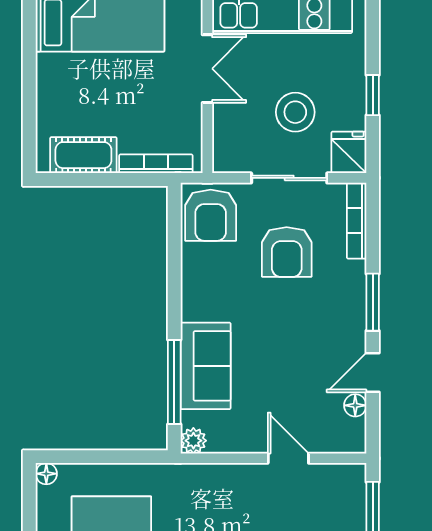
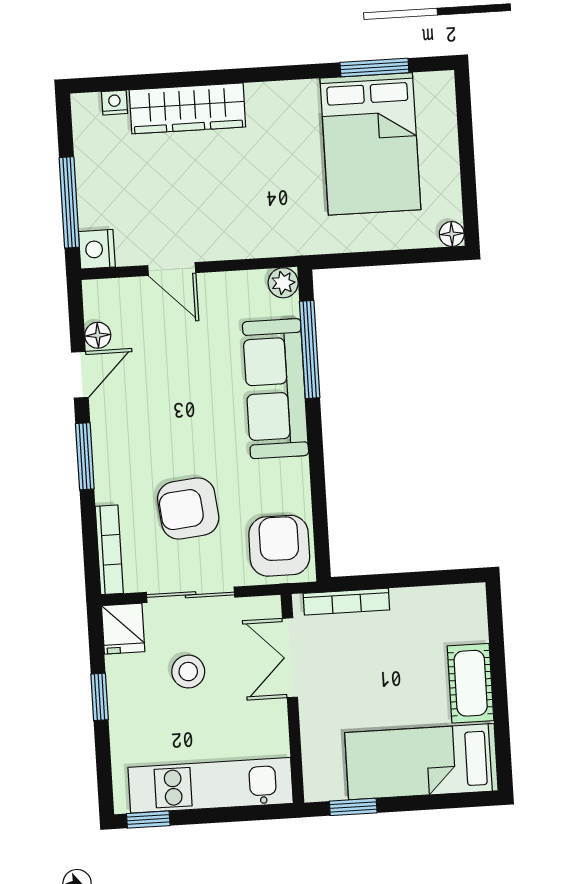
double door: (207, 69) -> (290, 658), moved
stool: (295, 112) -> (188, 672), width x0.73, depth x0.73
cot: (83, 155) -> (471, 683), moved, turned 90
armchair: (287, 252) -> (188, 508), turned -96
sofa: (206, 366) -> (276, 389), width x1.36
nightstand: (351, 479) -> (97, 249), added

